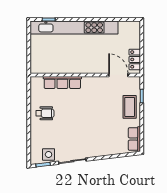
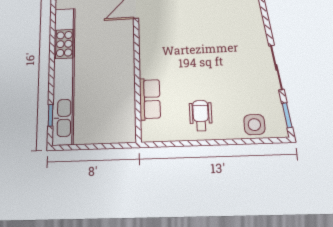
row of seats: (62, 82) -> (150, 99), width x0.68
side table: (49, 154) -> (254, 125), moved

